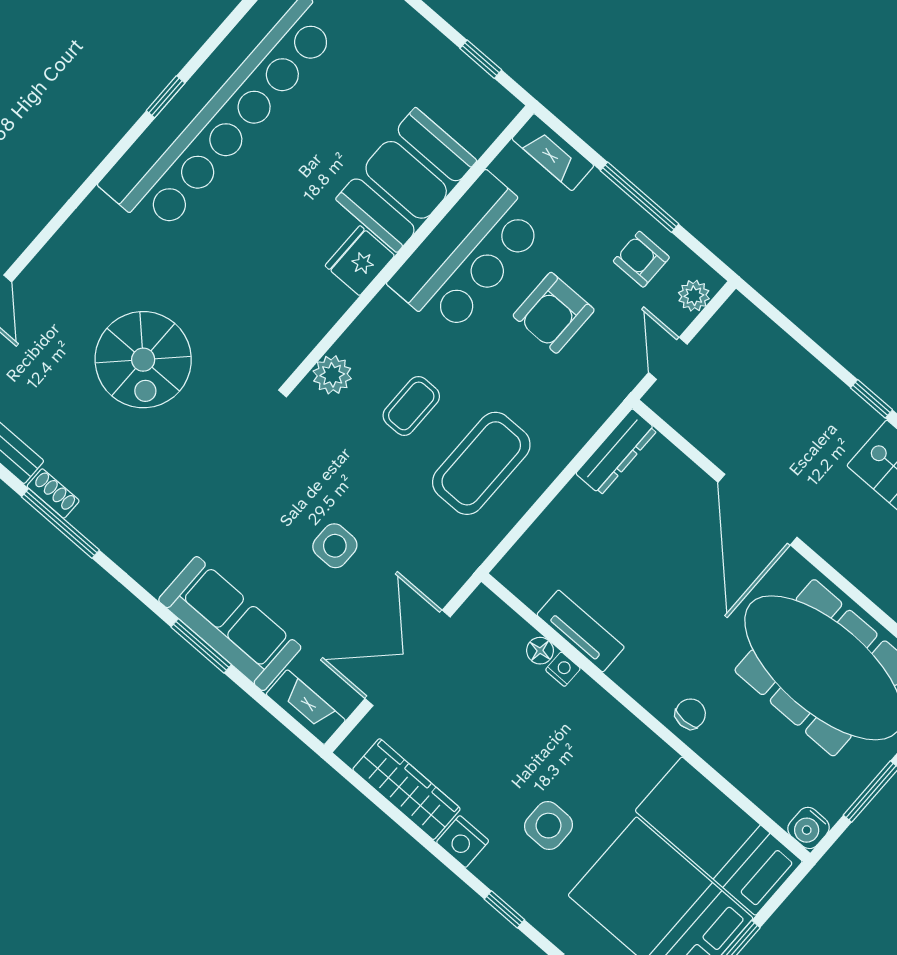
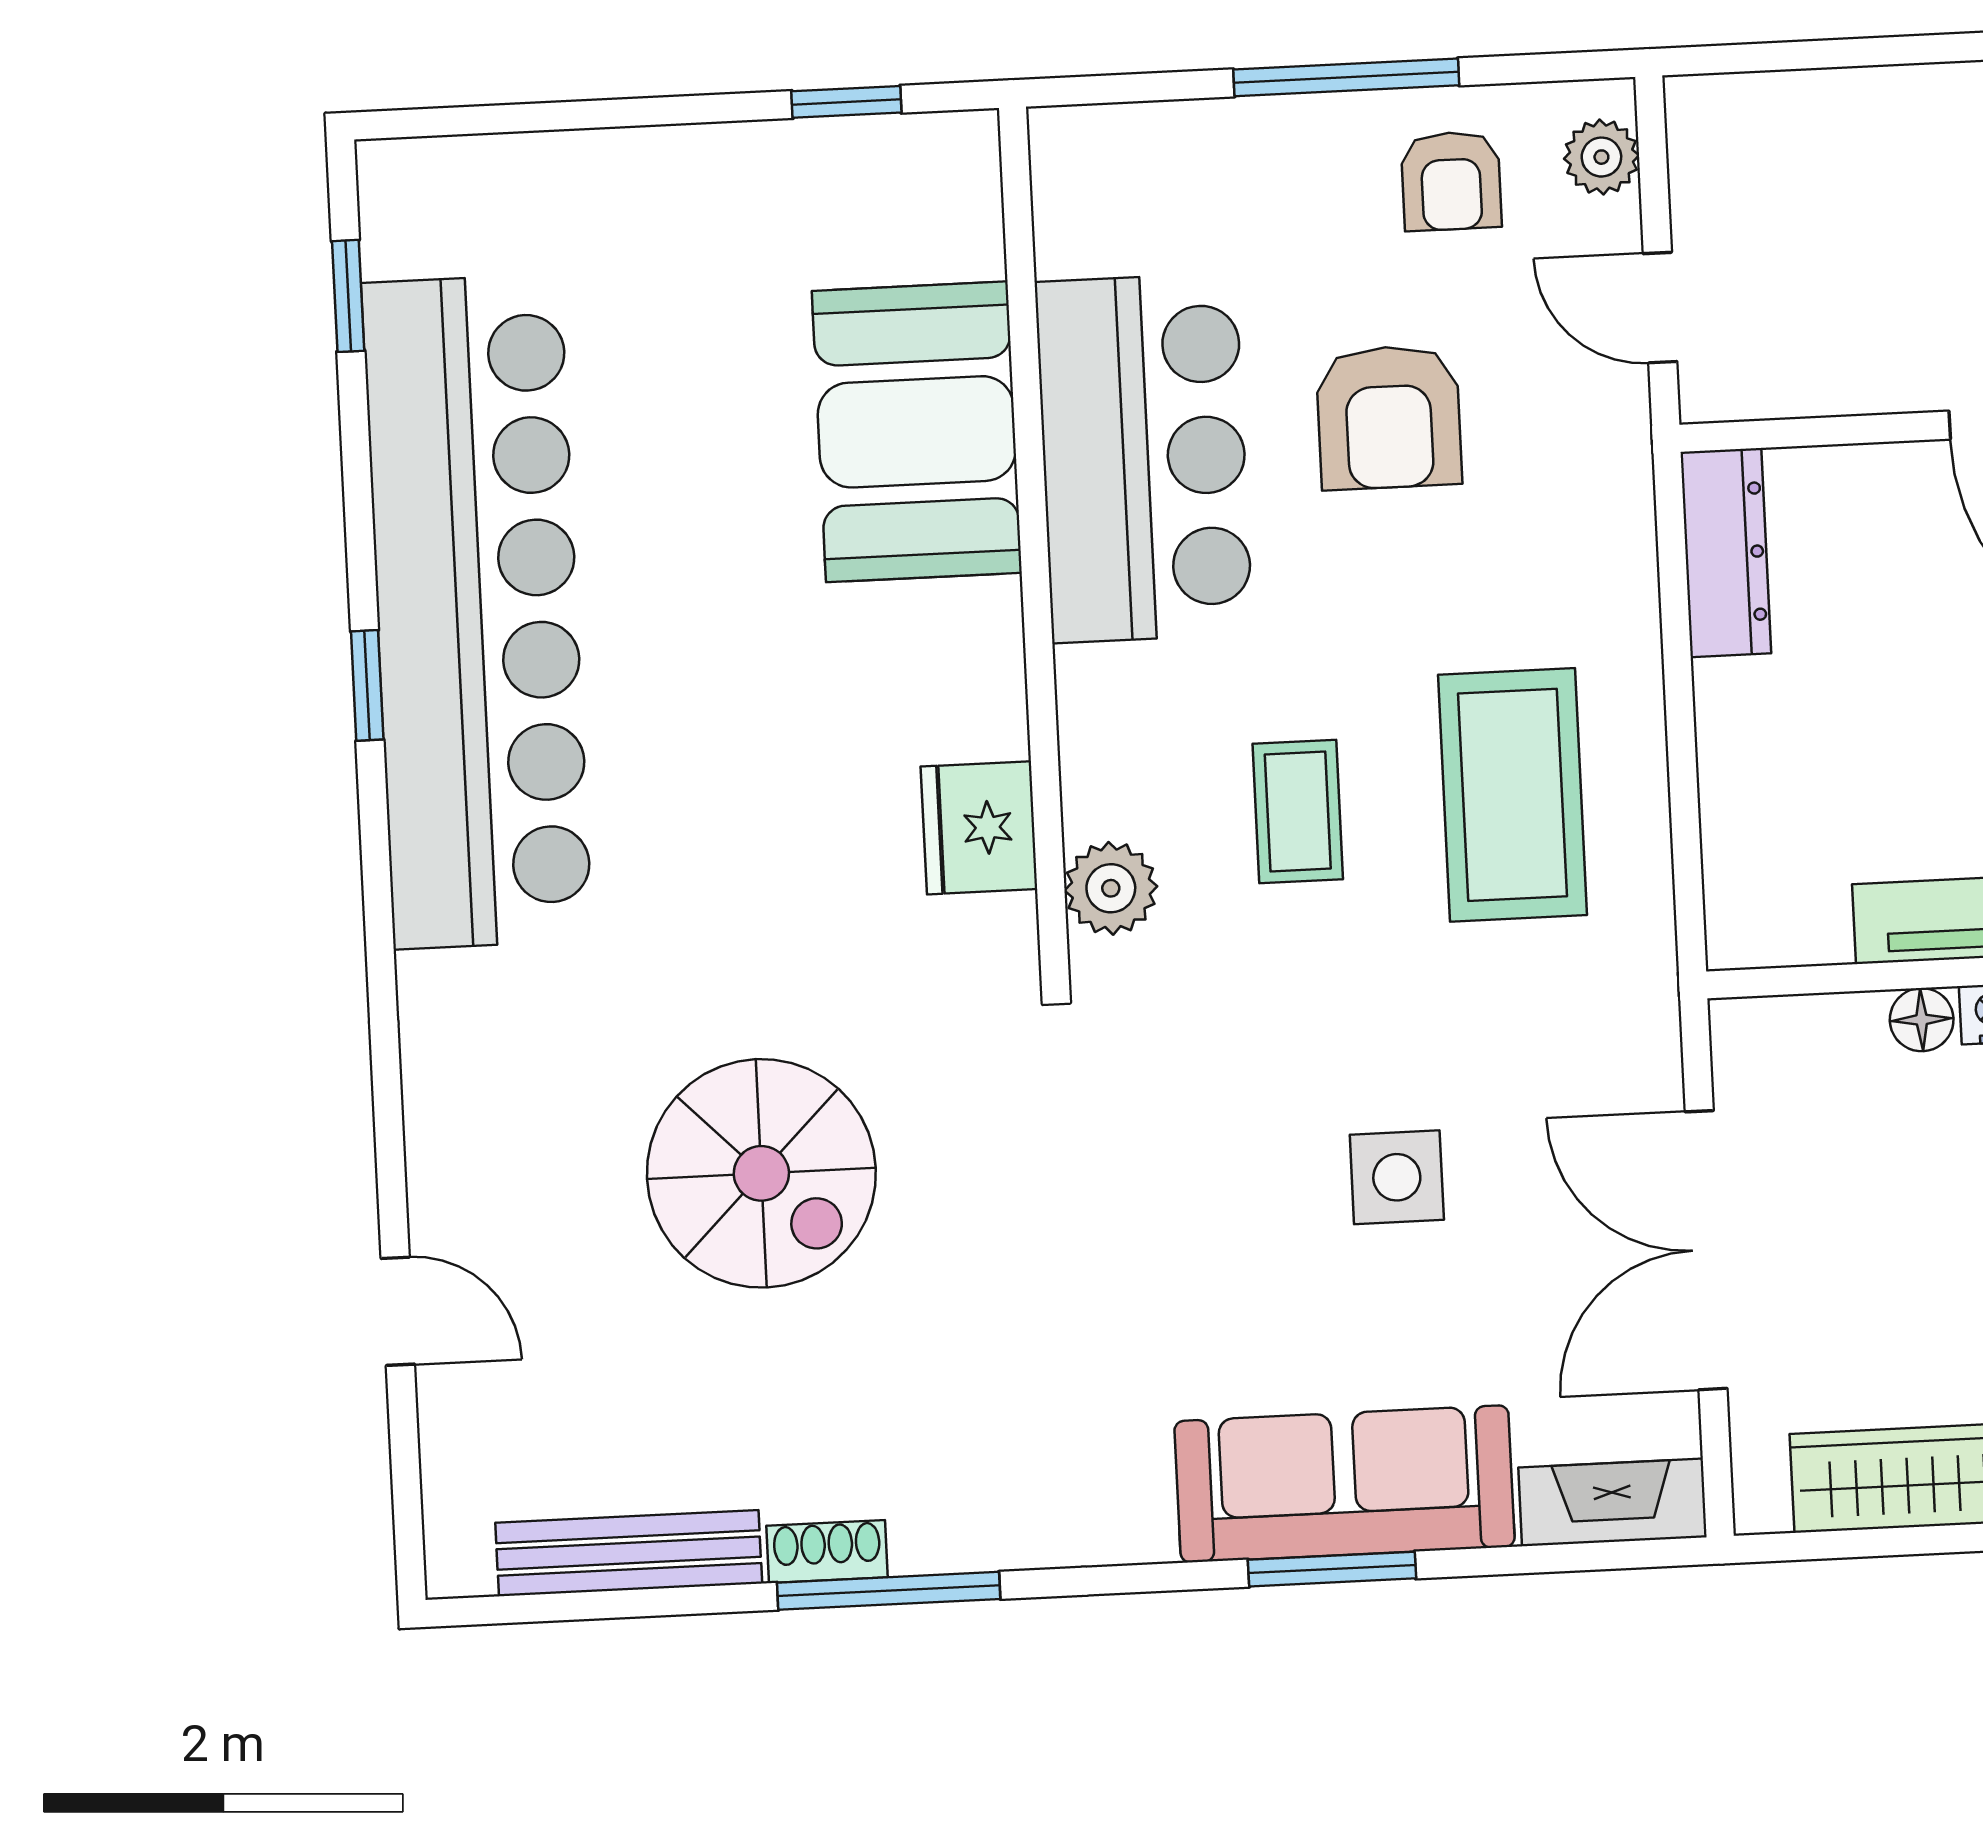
fireplace: (553, 152) -> (1123, 143), removed
armchair: (641, 259) -> (1451, 181), turned -90
fridge: (360, 261) -> (979, 828), moved

